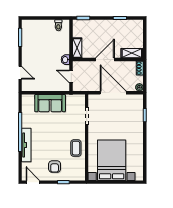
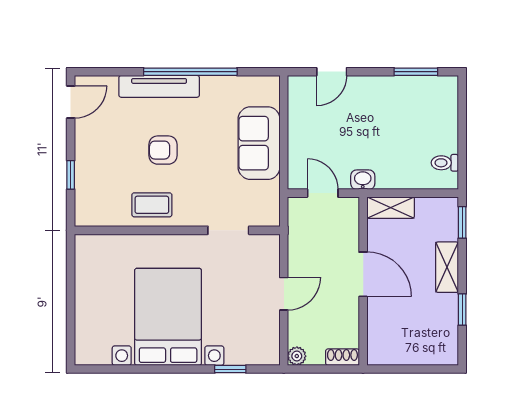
shelving: (132, 53) -> (447, 267), moved
door: (71, 76) -> (323, 193), hinge flipped
door: (113, 93) -> (284, 294), width x0.53
bed with nightstands: (112, 160) -> (168, 317), moved, turned -90
armchair: (55, 167) -> (163, 150), moved

